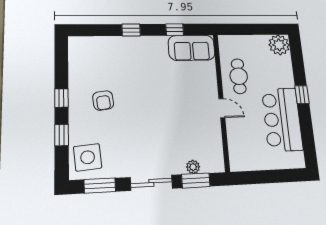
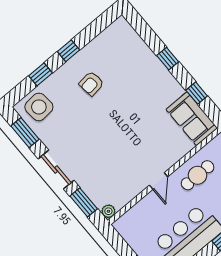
plant: (193, 167) -> (108, 211), moved

